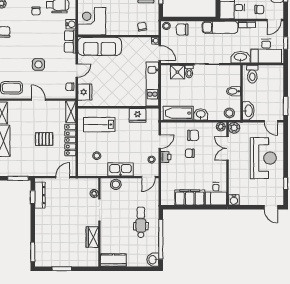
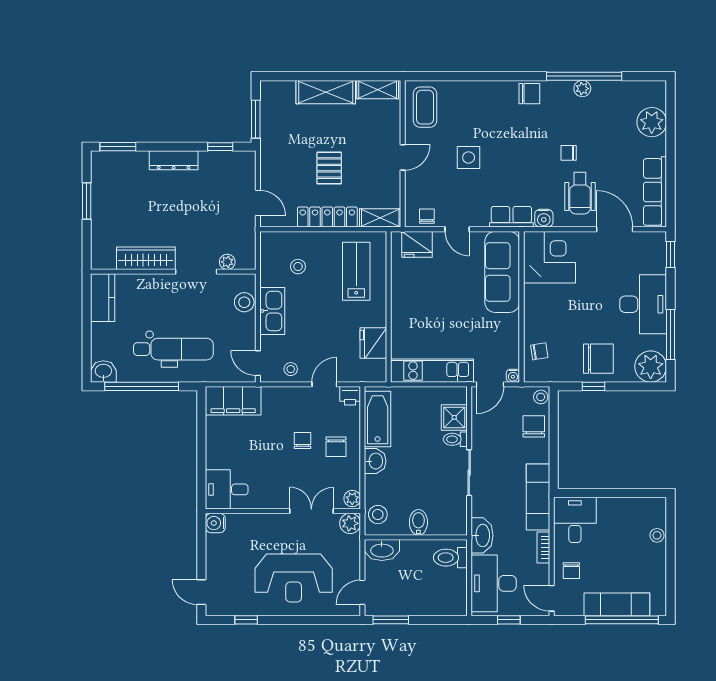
door: (160, 142) -> (324, 384), swing flipped
printer: (166, 157) -> (350, 396), moved
dresser: (40, 195) -> (174, 160), moved
filing cabinet: (190, 197) -> (233, 401), moved, turned 90
door: (271, 207) -> (201, 592), hinge flipped
dental chair: (141, 222) -> (173, 349), width x1.36, depth x1.38
wardrobe: (92, 237) -> (146, 258), width x1.50

